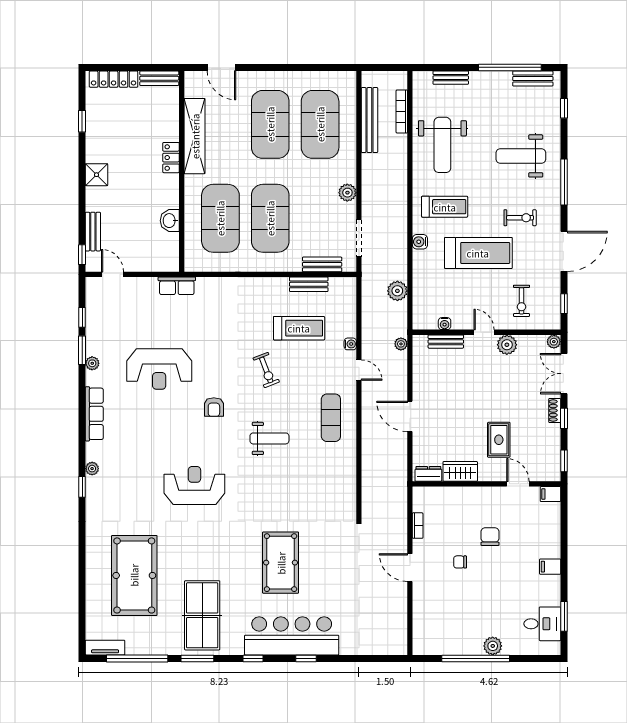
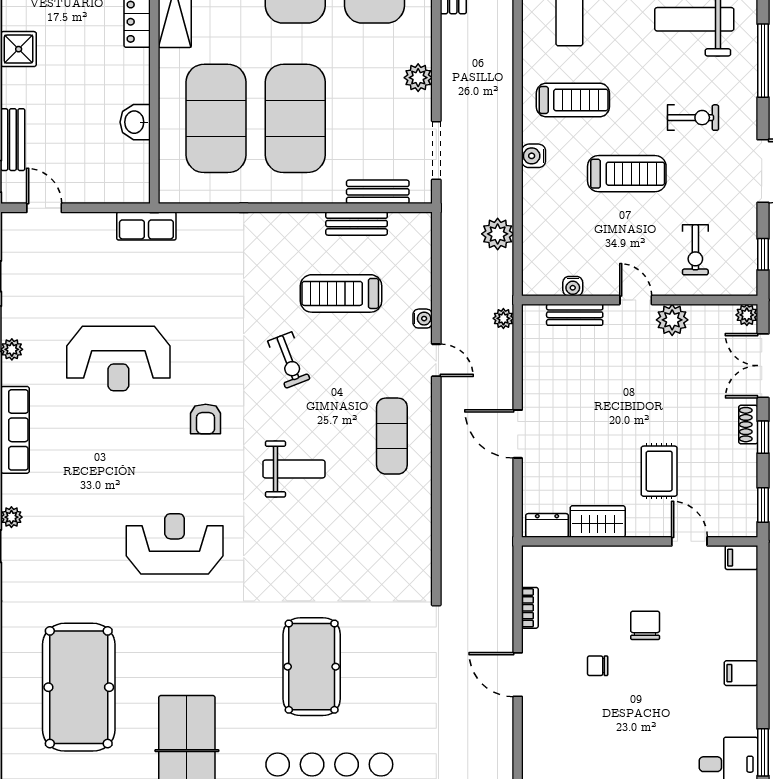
treadmill: (478, 253) -> (627, 174), width x0.73, depth x0.73
treadmill: (299, 328) -> (341, 293), turned 180

